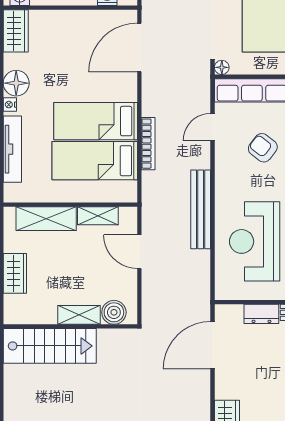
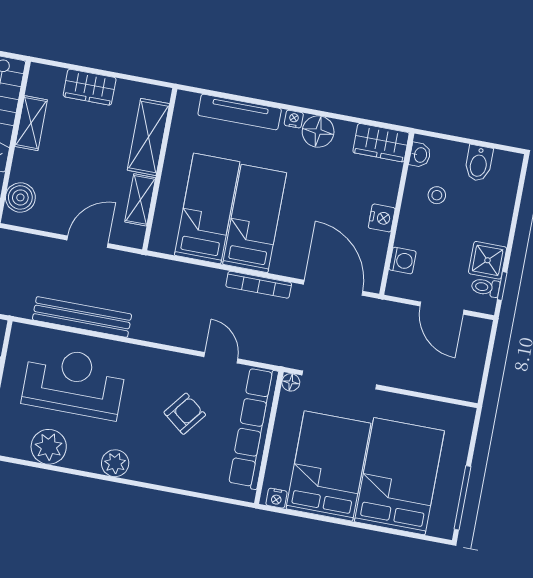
nightstand: (76, 19) -> (382, 218), added
bookcase: (148, 144) -> (259, 285), moved
bench: (201, 209) -> (82, 317), moved
shelving: (79, 315) -> (31, 123), moved

